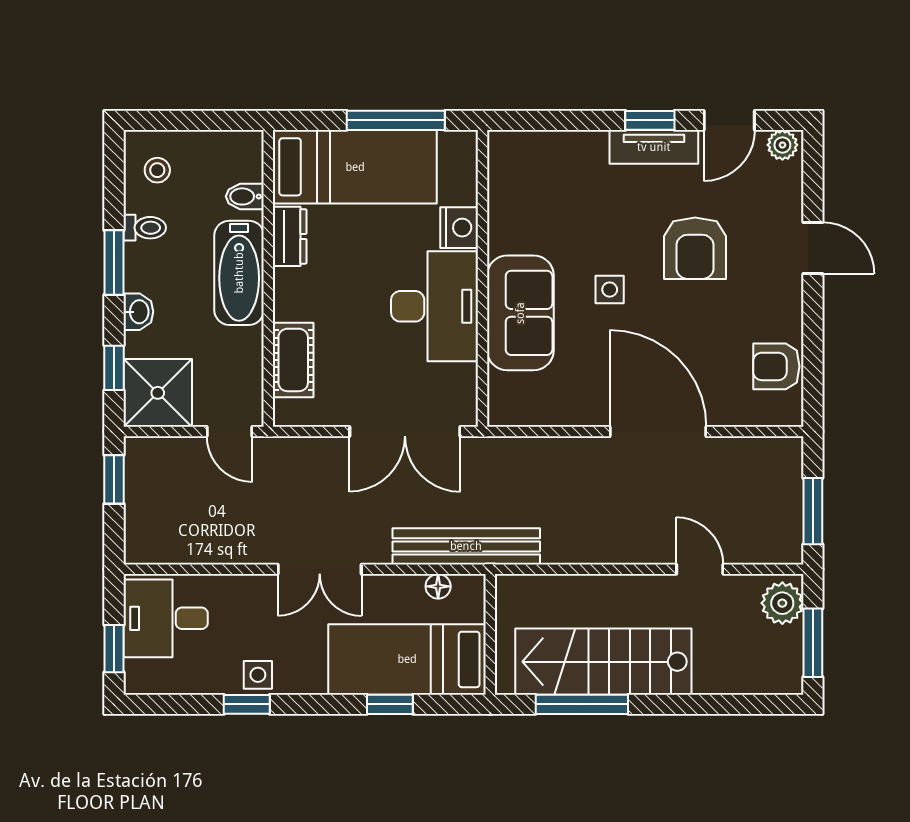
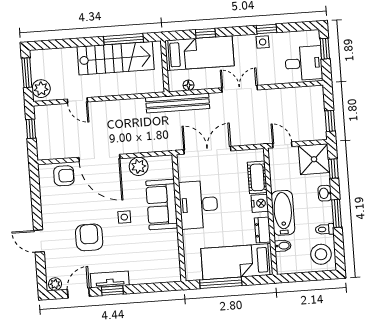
stool: (157, 170) -> (321, 254), width x1.89, depth x1.89
nightstand: (459, 228) -> (260, 203), moved, turned 180
armchair: (776, 366) -> (64, 176), moved
plant: (568, 405) -> (139, 166), added
window: (813, 511) -> (31, 129), width x0.67

